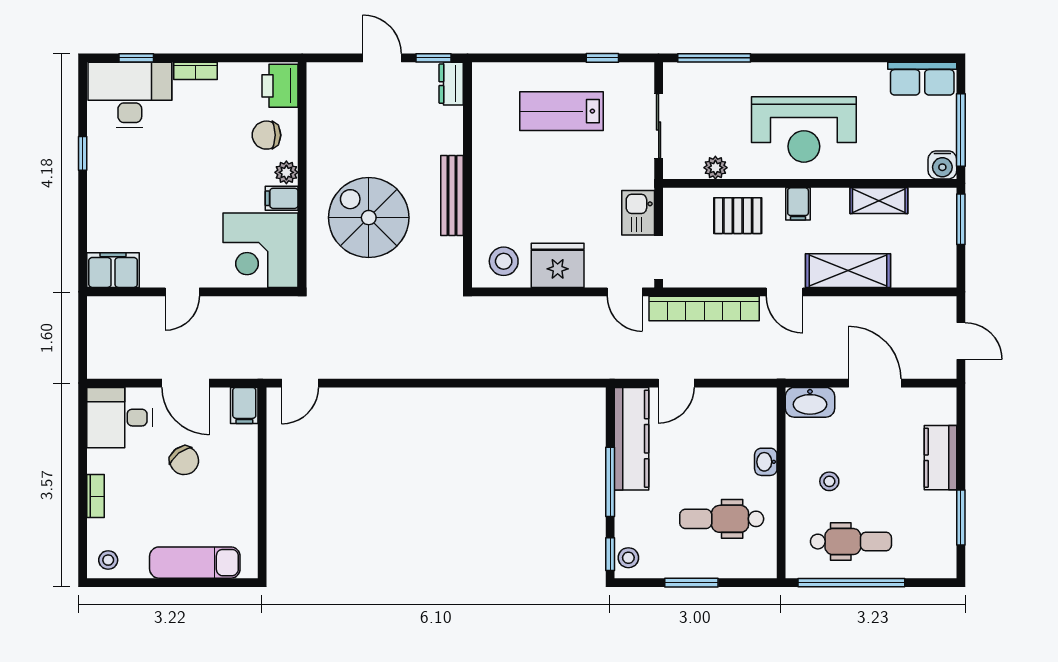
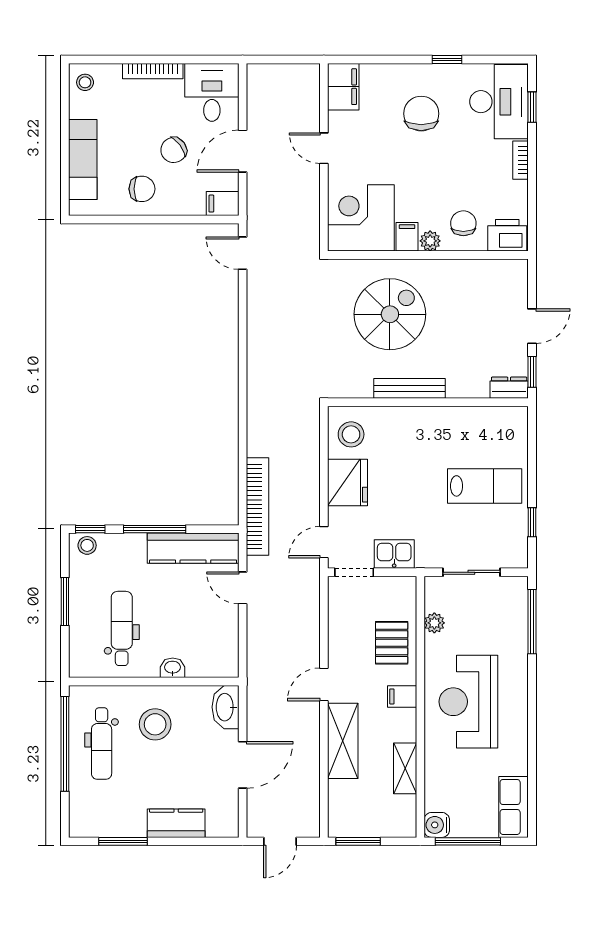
lab bench: (562, 111) -> (485, 486), turned 90
chair: (143, 182) -> (421, 114), added
window: (961, 219) -> (358, 841), moved
bookcase: (704, 309) -> (258, 507), moved, turned 180
stool: (829, 481) -> (155, 724), width x1.89, depth x1.89
bookcase: (96, 496) -> (153, 71), width x1.56
chair: (228, 496) -> (142, 189), added

